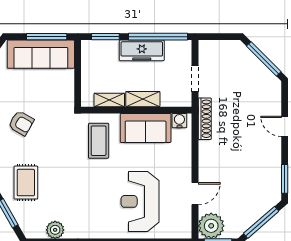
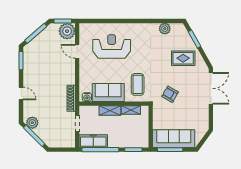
freezer: (142, 50) -> (93, 141), moved
plant: (267, 80) -> (32, 123), added
armchair: (21, 123) -> (170, 94), moved
rug: (26, 183) -> (183, 58), turned 90
door: (195, 194) -> (77, 51), hinge flipped
reception desk: (140, 201) -> (112, 46), turned -90

